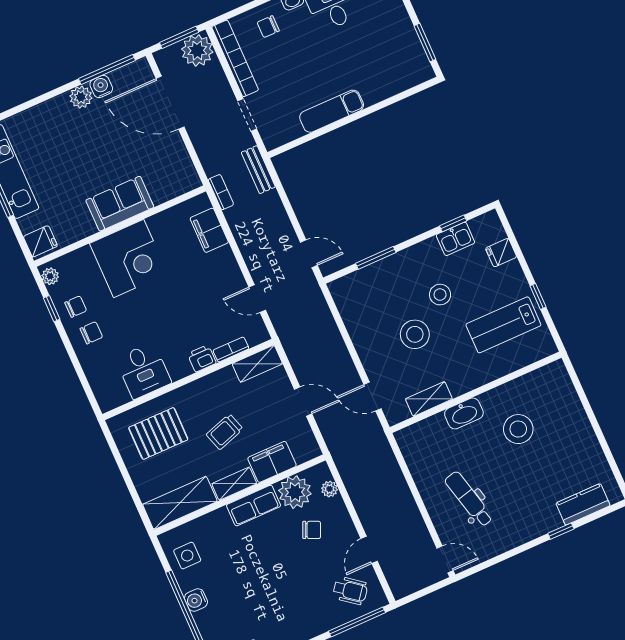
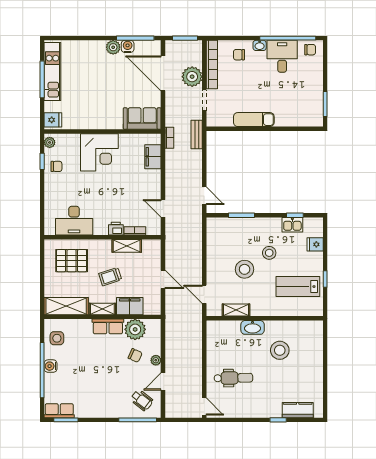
plant: (197, 50) -> (192, 77), moved
sofa: (120, 204) -> (142, 119), moved
chair: (91, 333) -> (59, 186), removed
shelving: (257, 364) -> (127, 246), moved
desk: (143, 371) -> (74, 221), width x1.37
plant: (329, 489) -> (156, 360), moved
dental chair: (469, 499) -> (233, 378), turned 103

